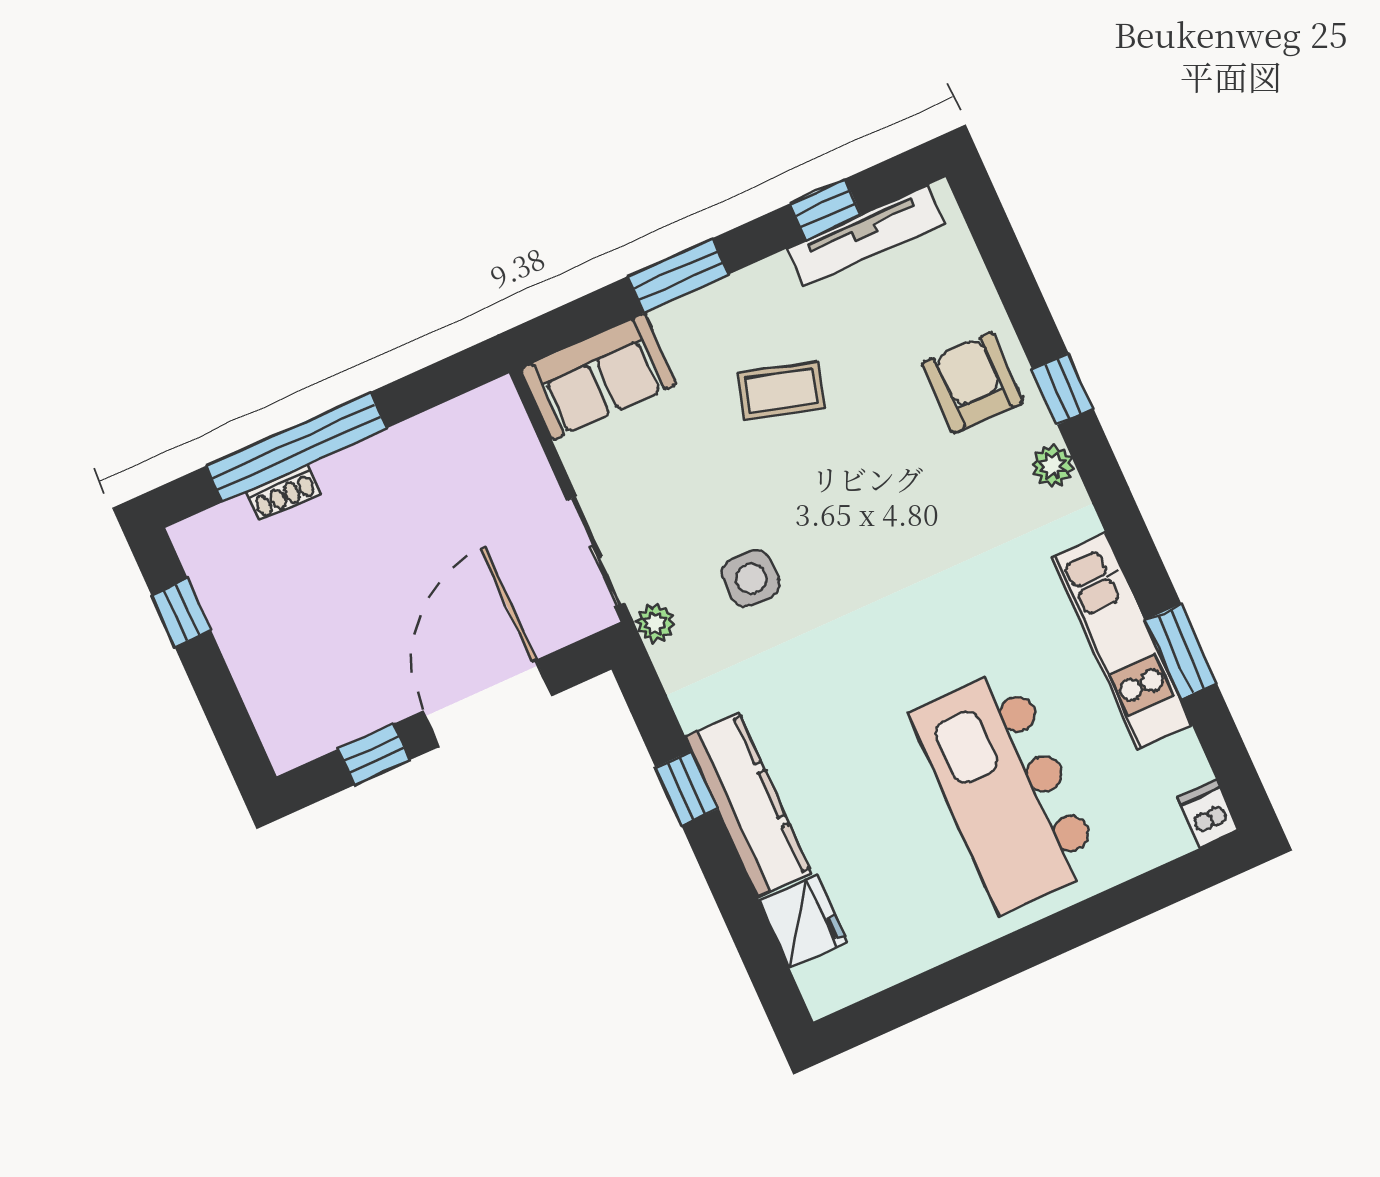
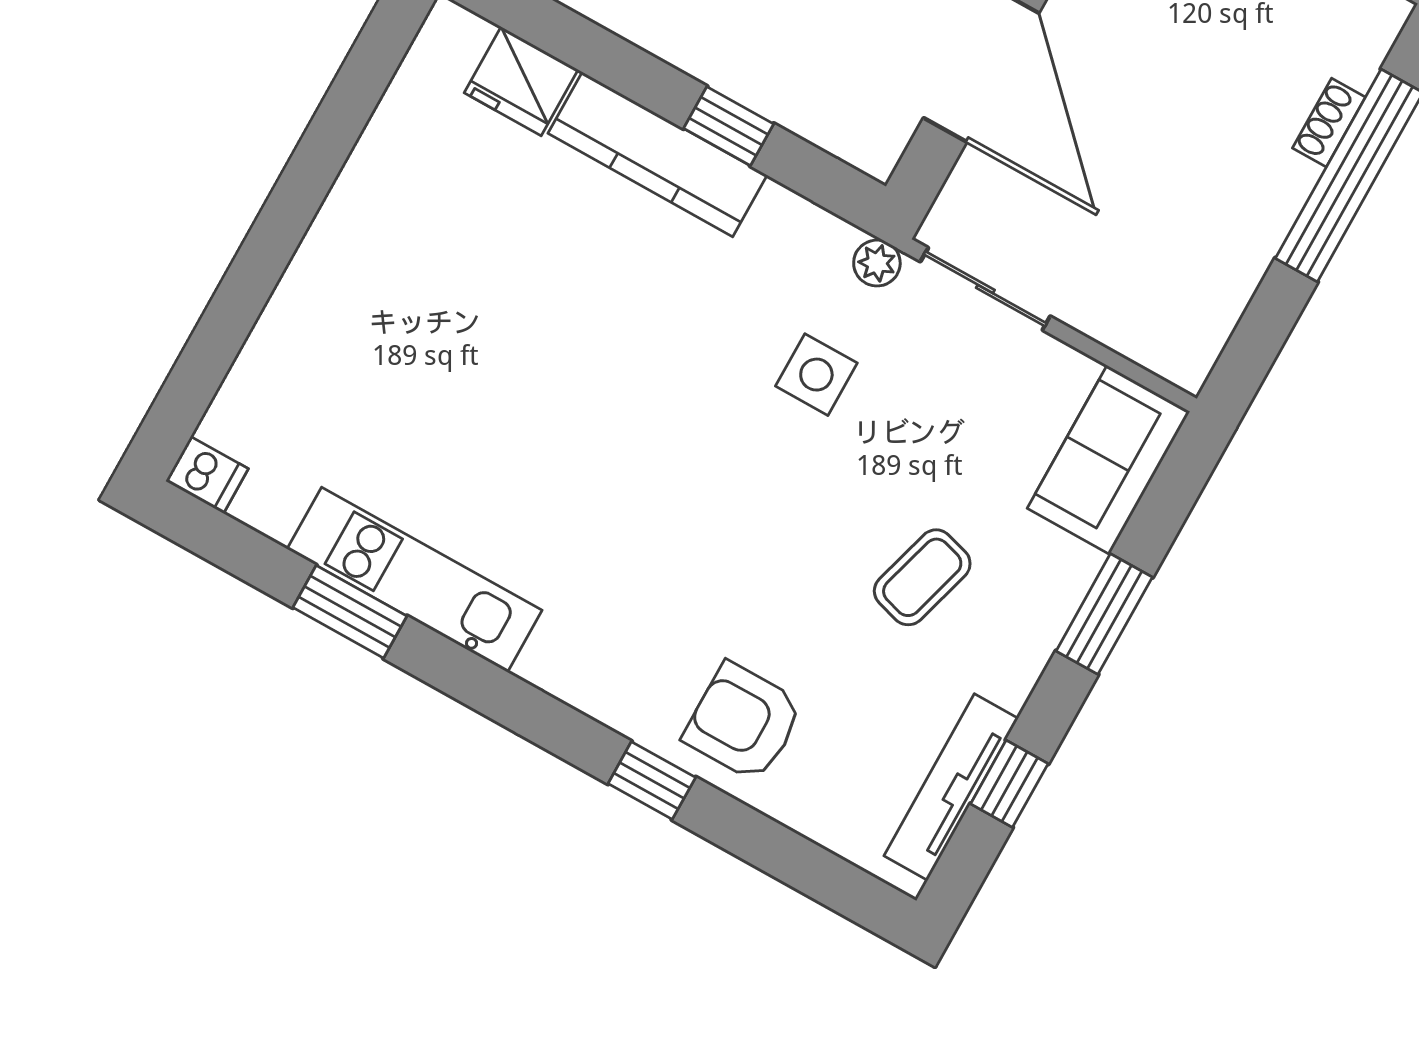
armchair: (972, 383) -> (743, 722), turned 180
plant: (1052, 466) -> (607, 699), removed
kitchen island: (1007, 791) -> (418, 353), removed

